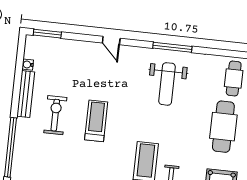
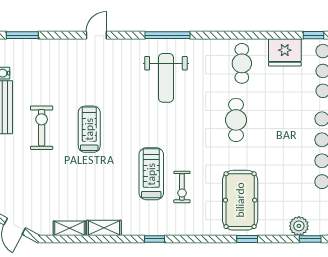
door: (111, 41) -> (96, 35), swing flipped
cafe table: (223, 127) -> (236, 120), width x0.73, depth x0.74

